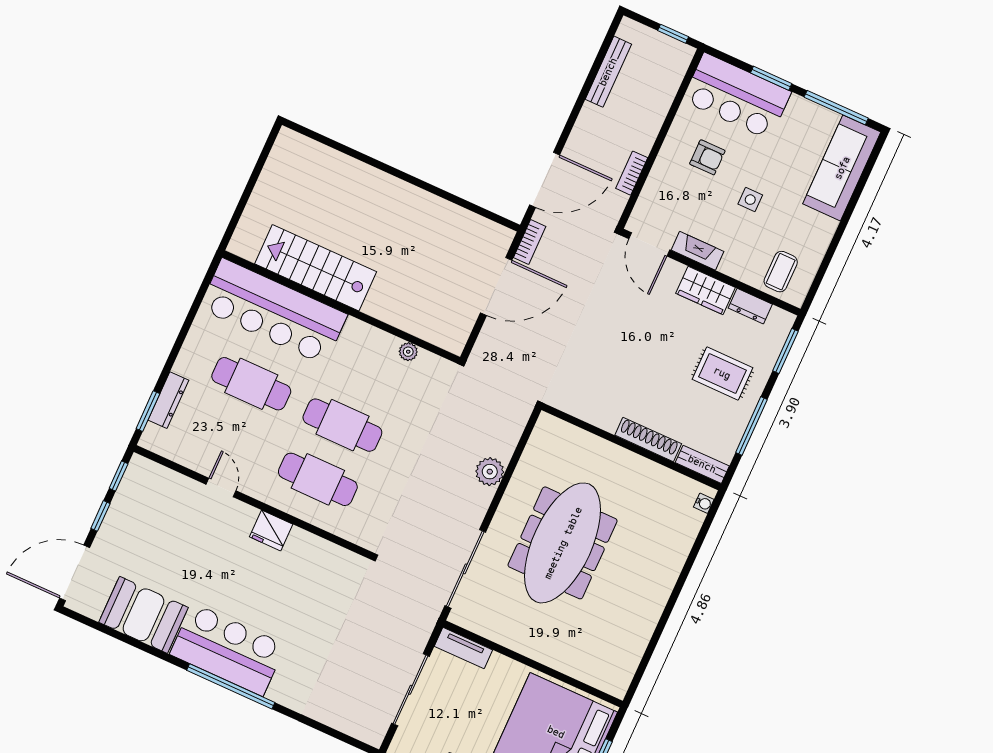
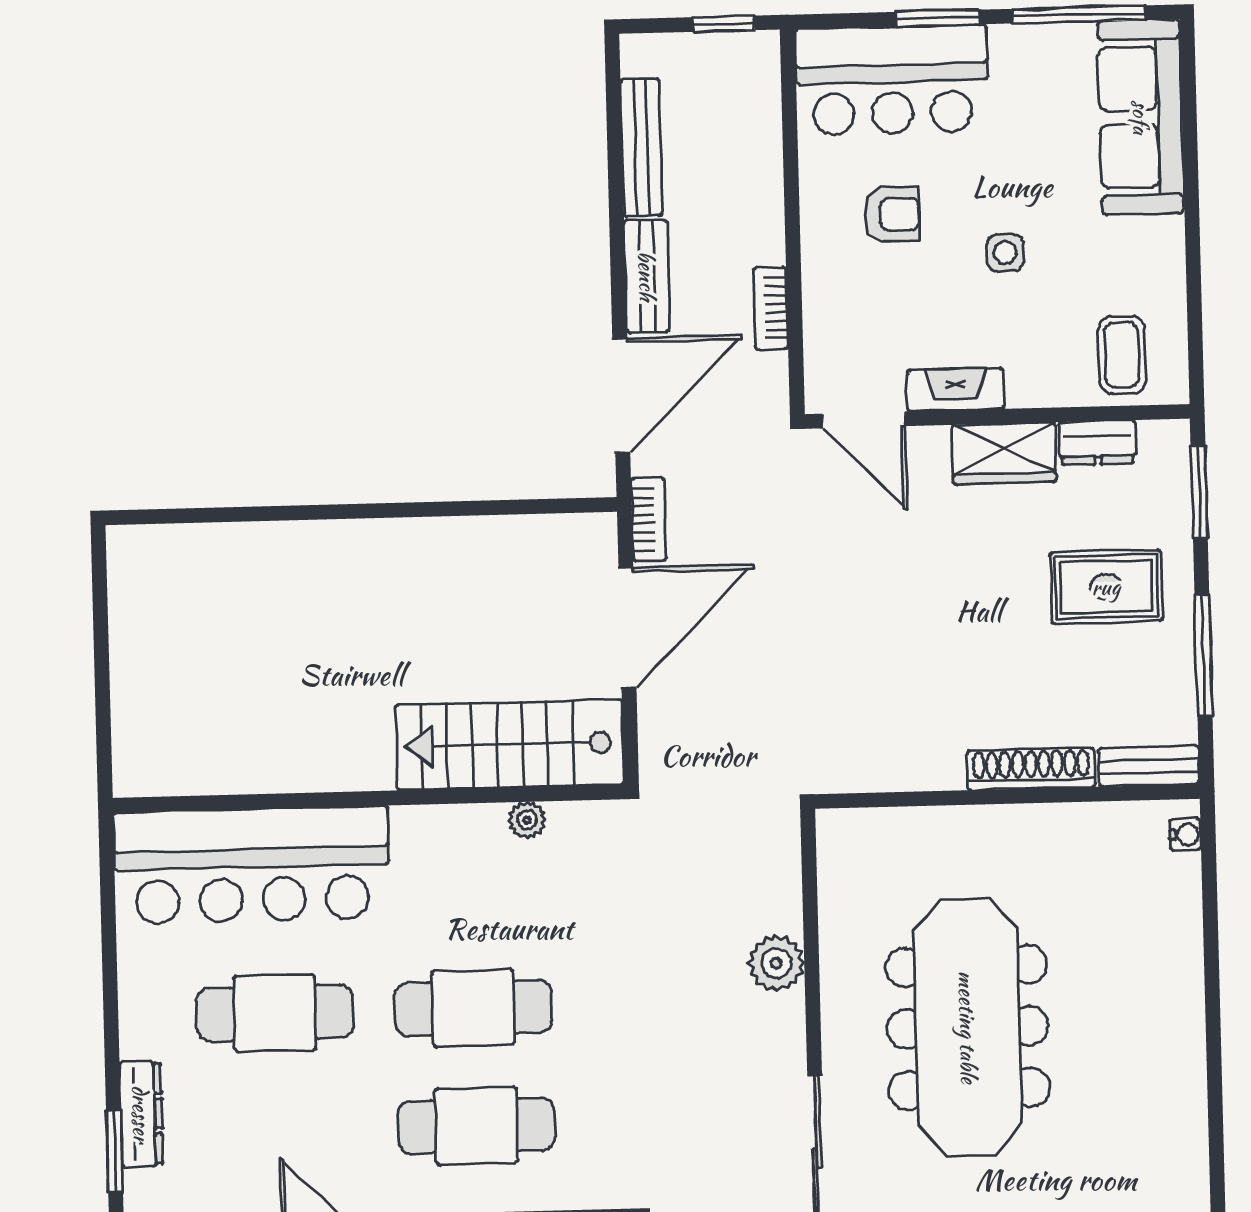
bench: (582, 131) -> (647, 276), added
stairs: (316, 268) -> (510, 745), moved

